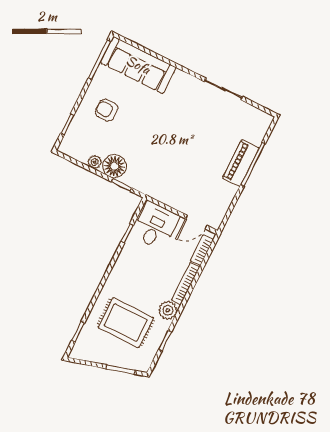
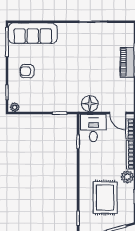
plant: (95, 162) -> (15, 107), moved
floor lamp: (114, 166) -> (90, 104), moved
door: (196, 222) -> (118, 113), hinge flipped
rug: (126, 323) -> (105, 198), turned 90

